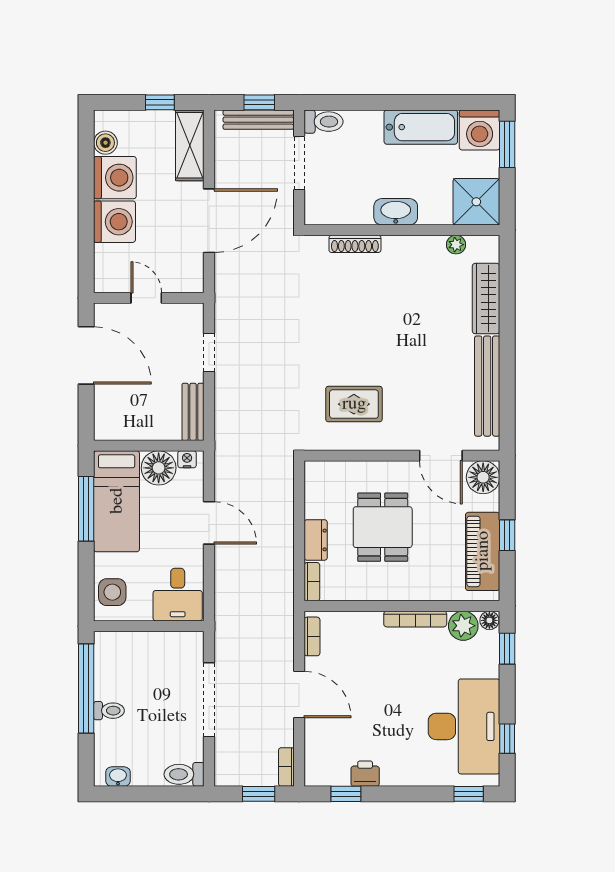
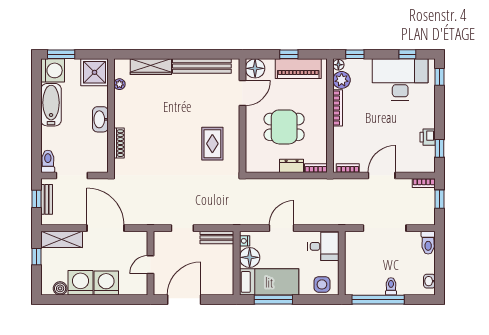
bench: (258, 120) -> (47, 199), width x0.73

